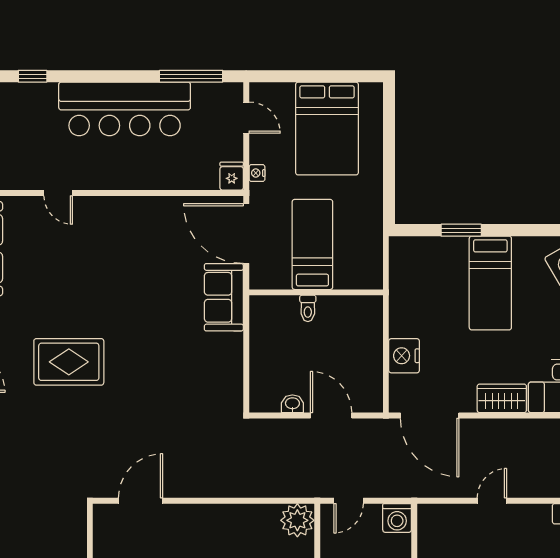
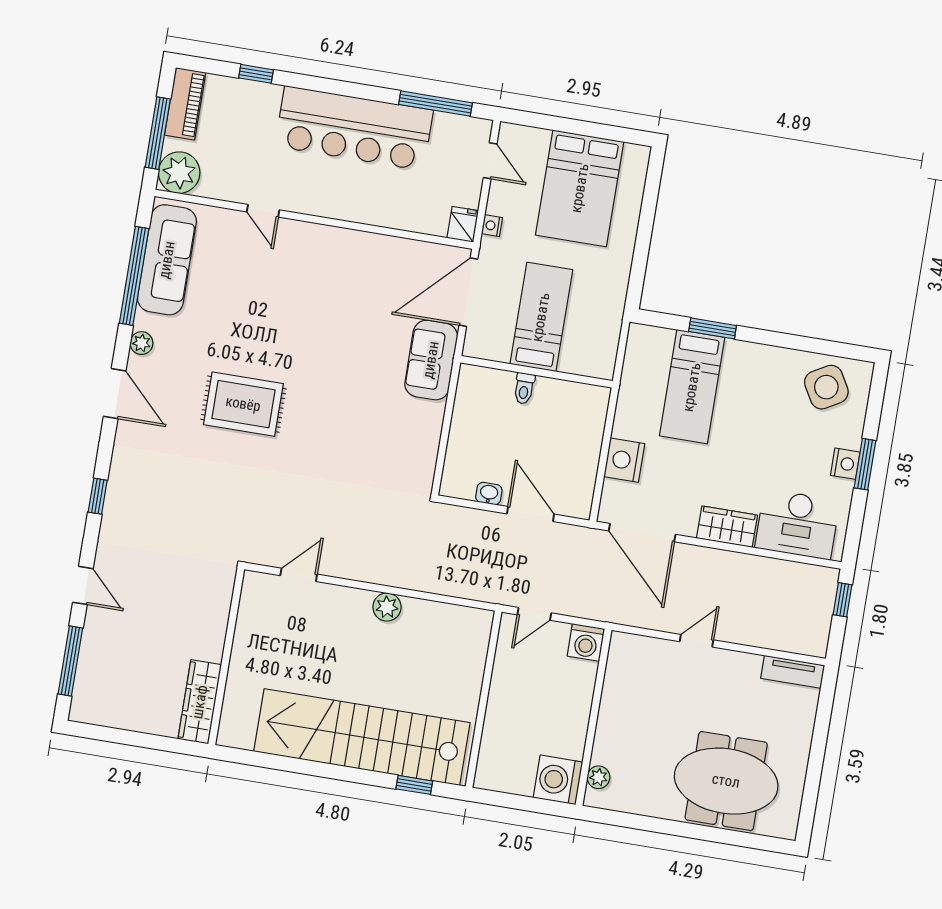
door: (246, 234) -> (468, 292), hinge flipped
bed: (490, 283) -> (692, 387), moved
door: (141, 501) -> (299, 575), width x0.73
plant: (297, 520) -> (387, 607), moved, width x0.73, depth x0.73

